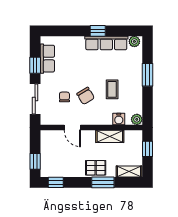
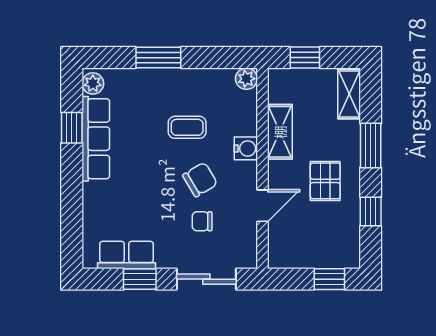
window: (98, 31) -> (72, 128), moved
water cooler: (119, 119) -> (246, 148), moved
pallet: (96, 168) -> (325, 181), moved
window: (56, 182) -> (371, 212), moved

